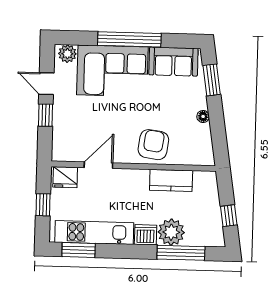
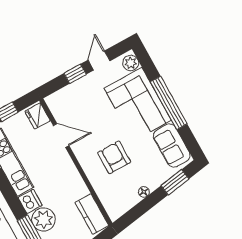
armchair: (153, 145) -> (114, 157), moved, turned -98
kitchen counter: (171, 180) -> (92, 214), moved

